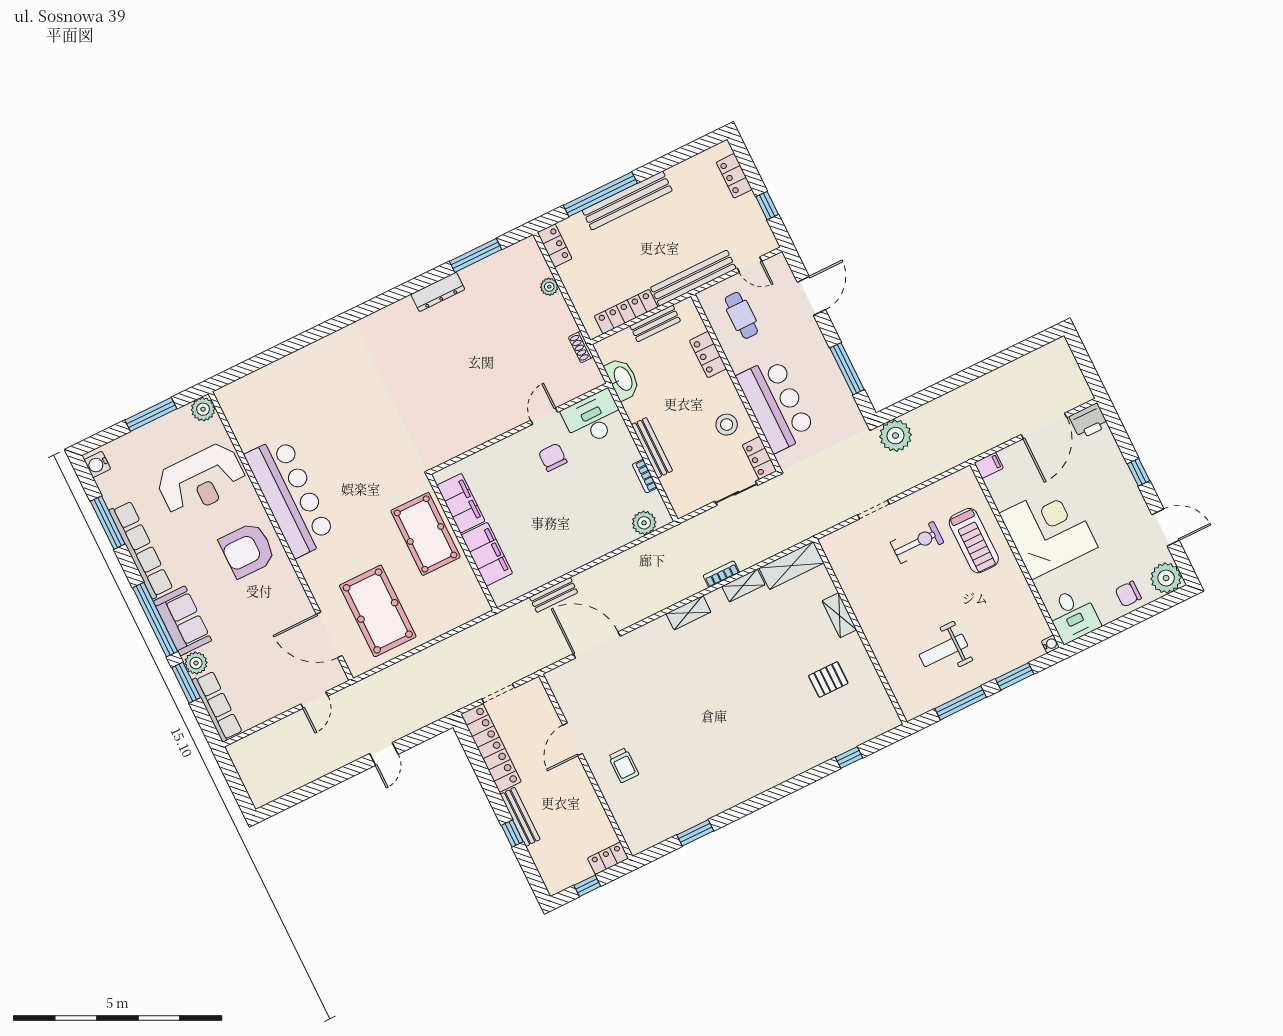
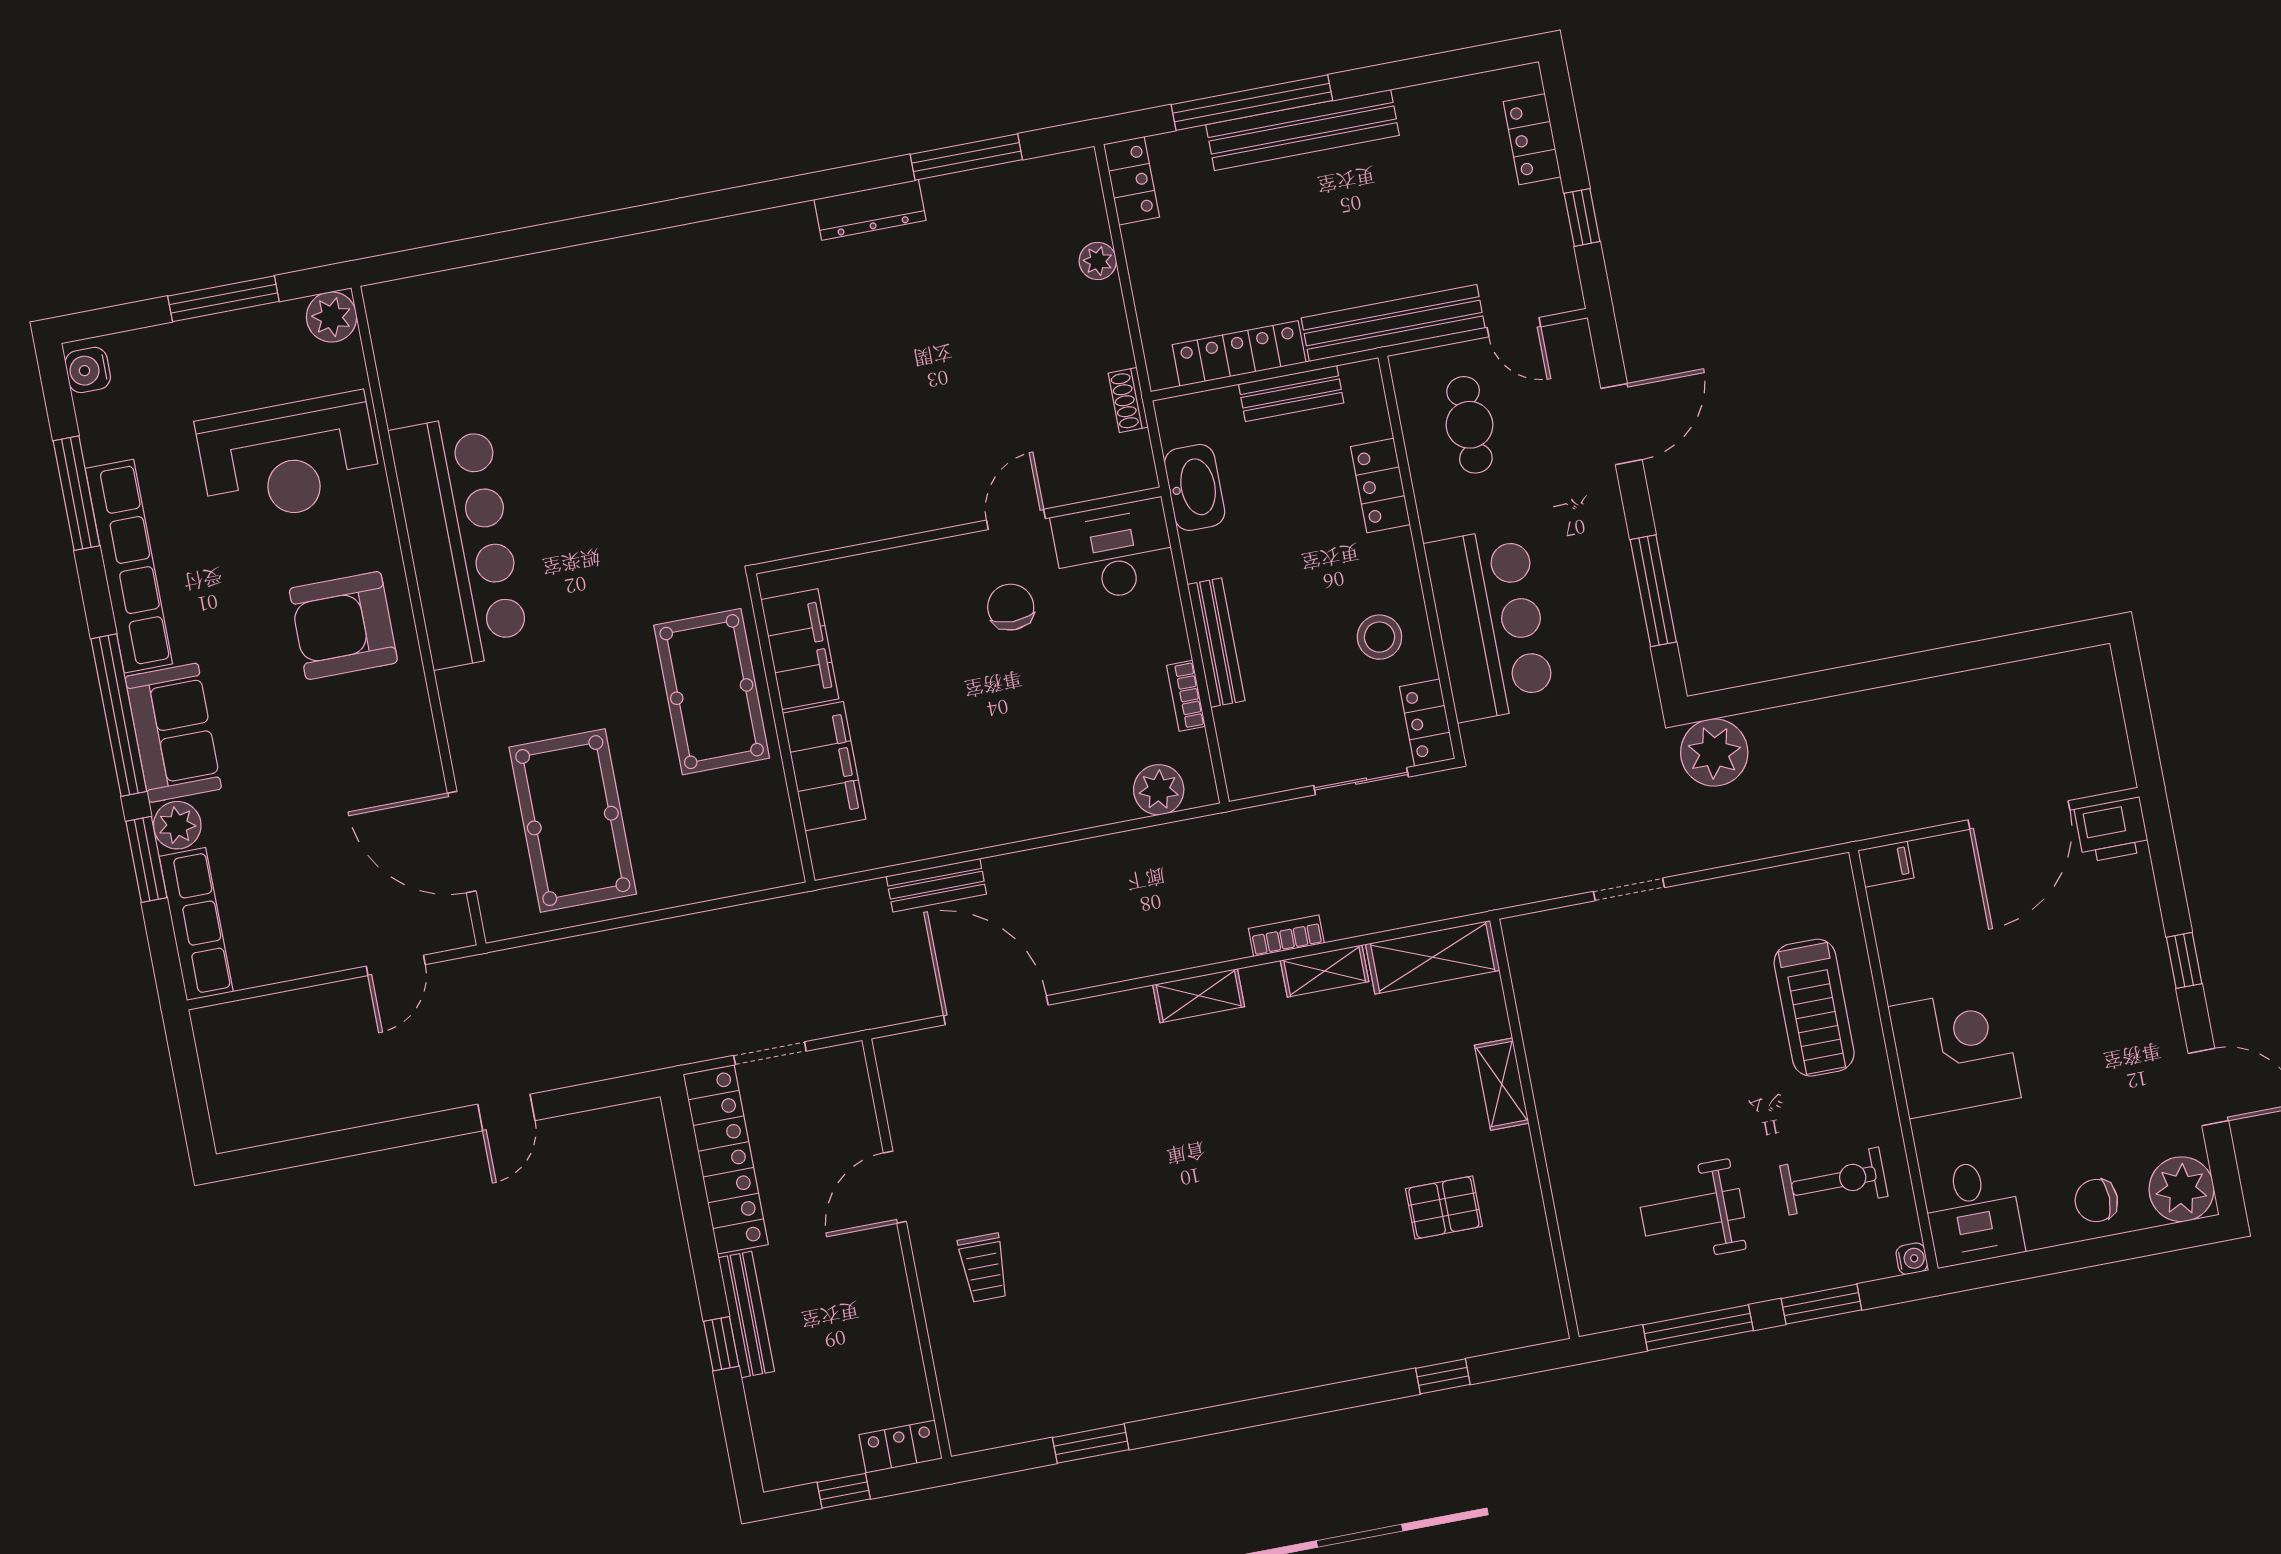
corner desk: (1049, 530) -> (1954, 1052), width x0.74, depth x0.74
exercise bike: (917, 542) -> (1834, 1181), moved

